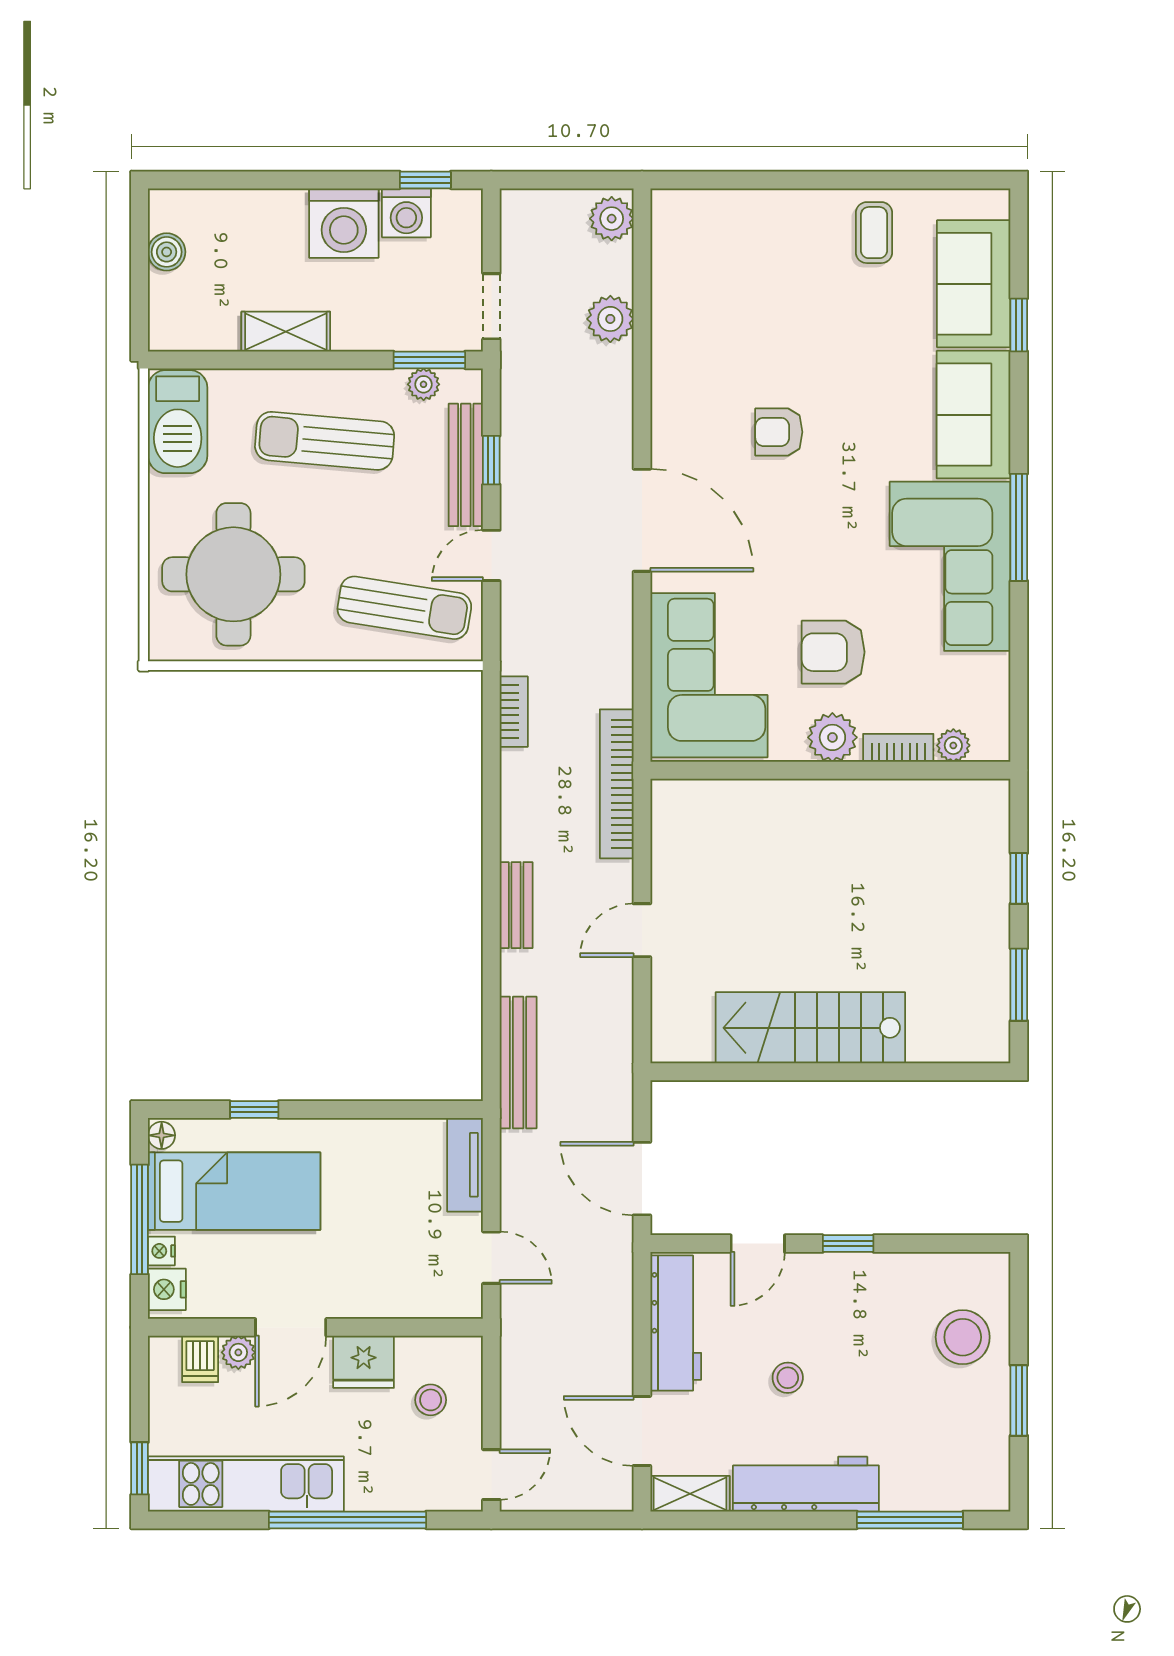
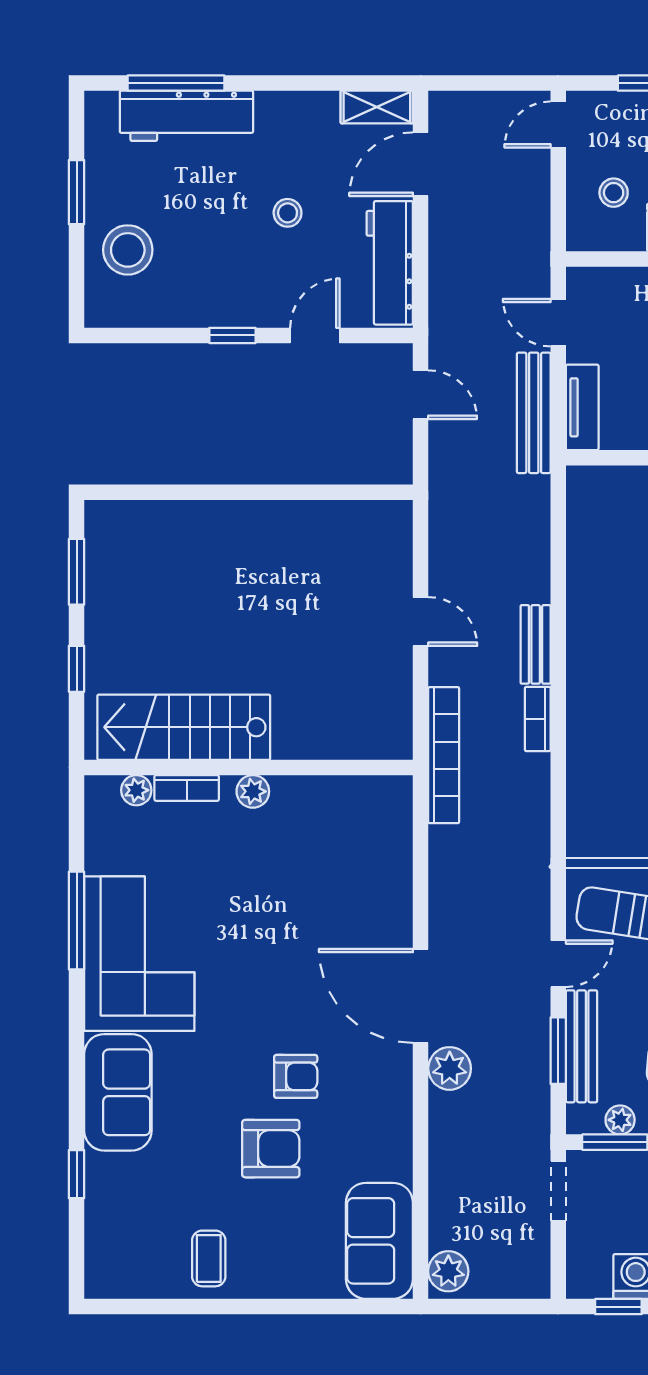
sofa: (974, 284) -> (379, 1241), moved, turned 180
plant: (610, 319) -> (450, 1068), moved
window: (491, 460) -> (558, 1051), width x1.50
window: (1019, 527) -> (77, 921), moved
armchair: (833, 652) -> (271, 1149), moved
corner sofa: (709, 675) -> (359, 854), removed
bookcase: (514, 712) -> (538, 719), moved
plant: (832, 737) -> (253, 791), width x0.73, depth x0.73
door: (642, 930) -> (421, 621), hinge flipped
stairs: (810, 1028) -> (184, 727), moved, turned 180
bench: (518, 1062) -> (534, 413), moved
door: (642, 1179) -> (421, 395), width x0.73
door: (642, 1431) -> (421, 164), swing flipped
workbench: (806, 1484) -> (186, 116), moved

